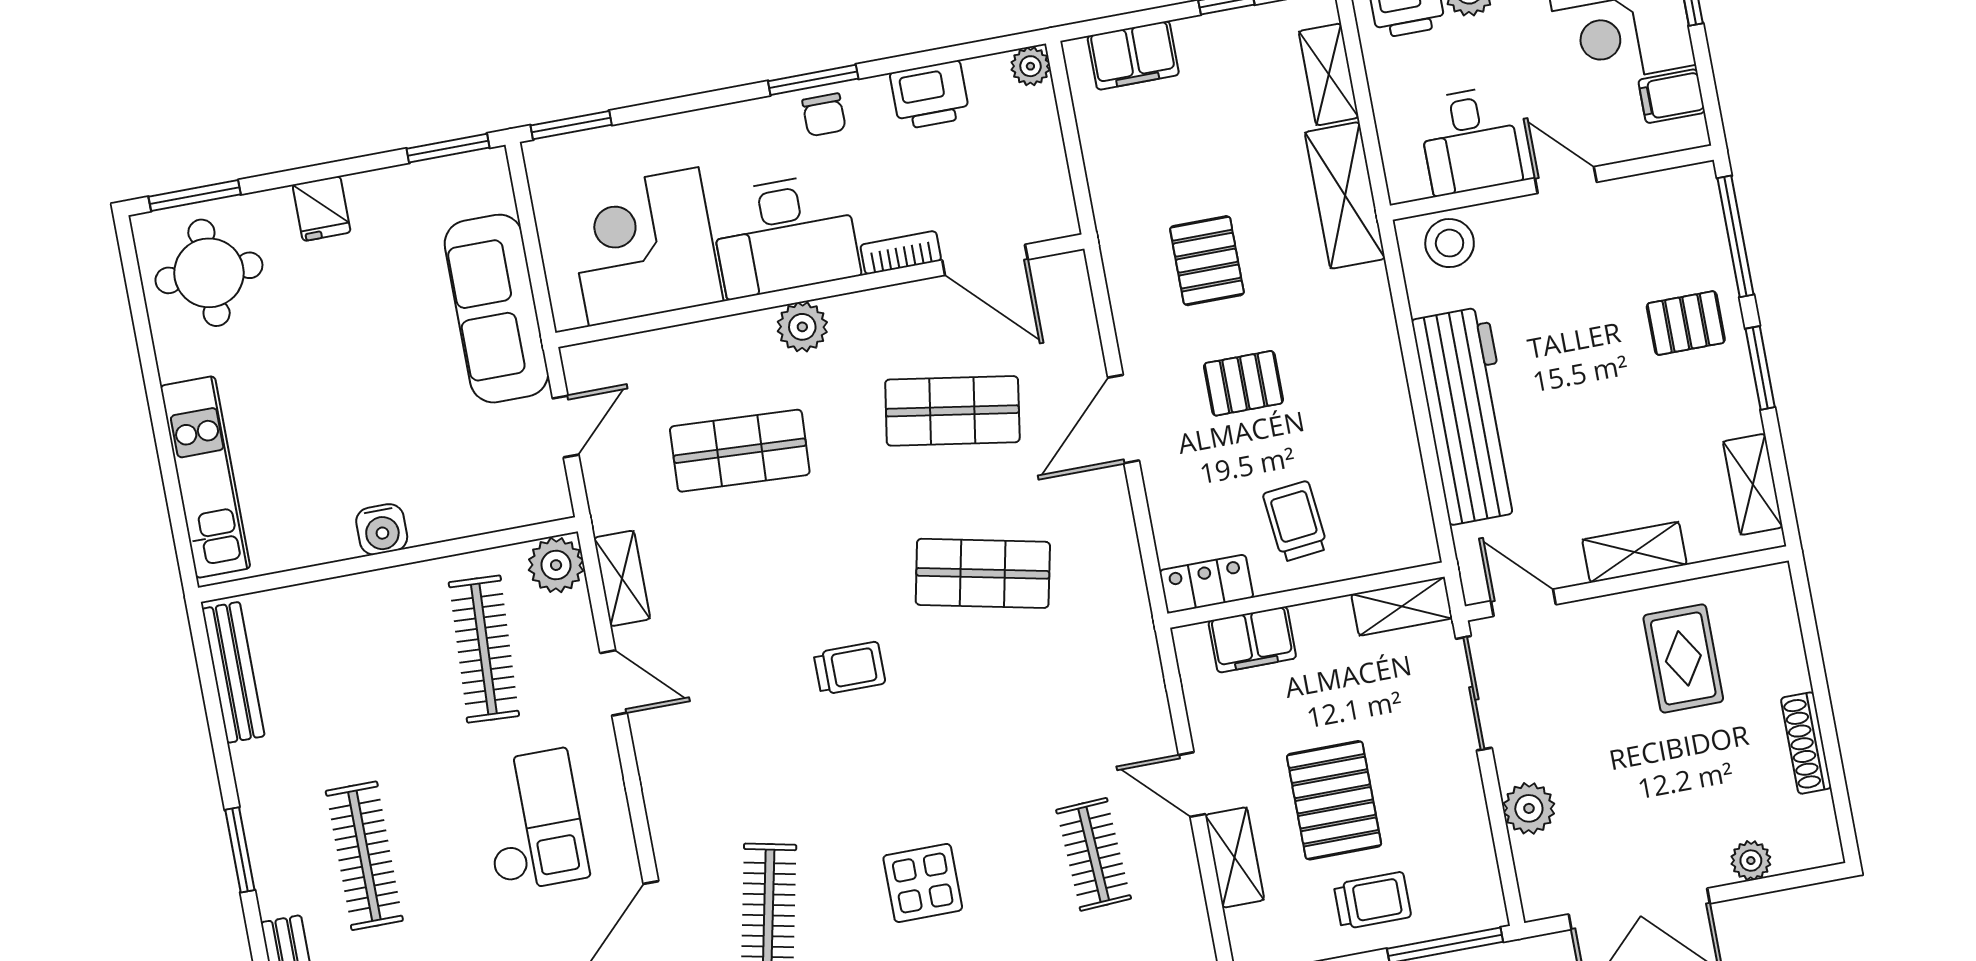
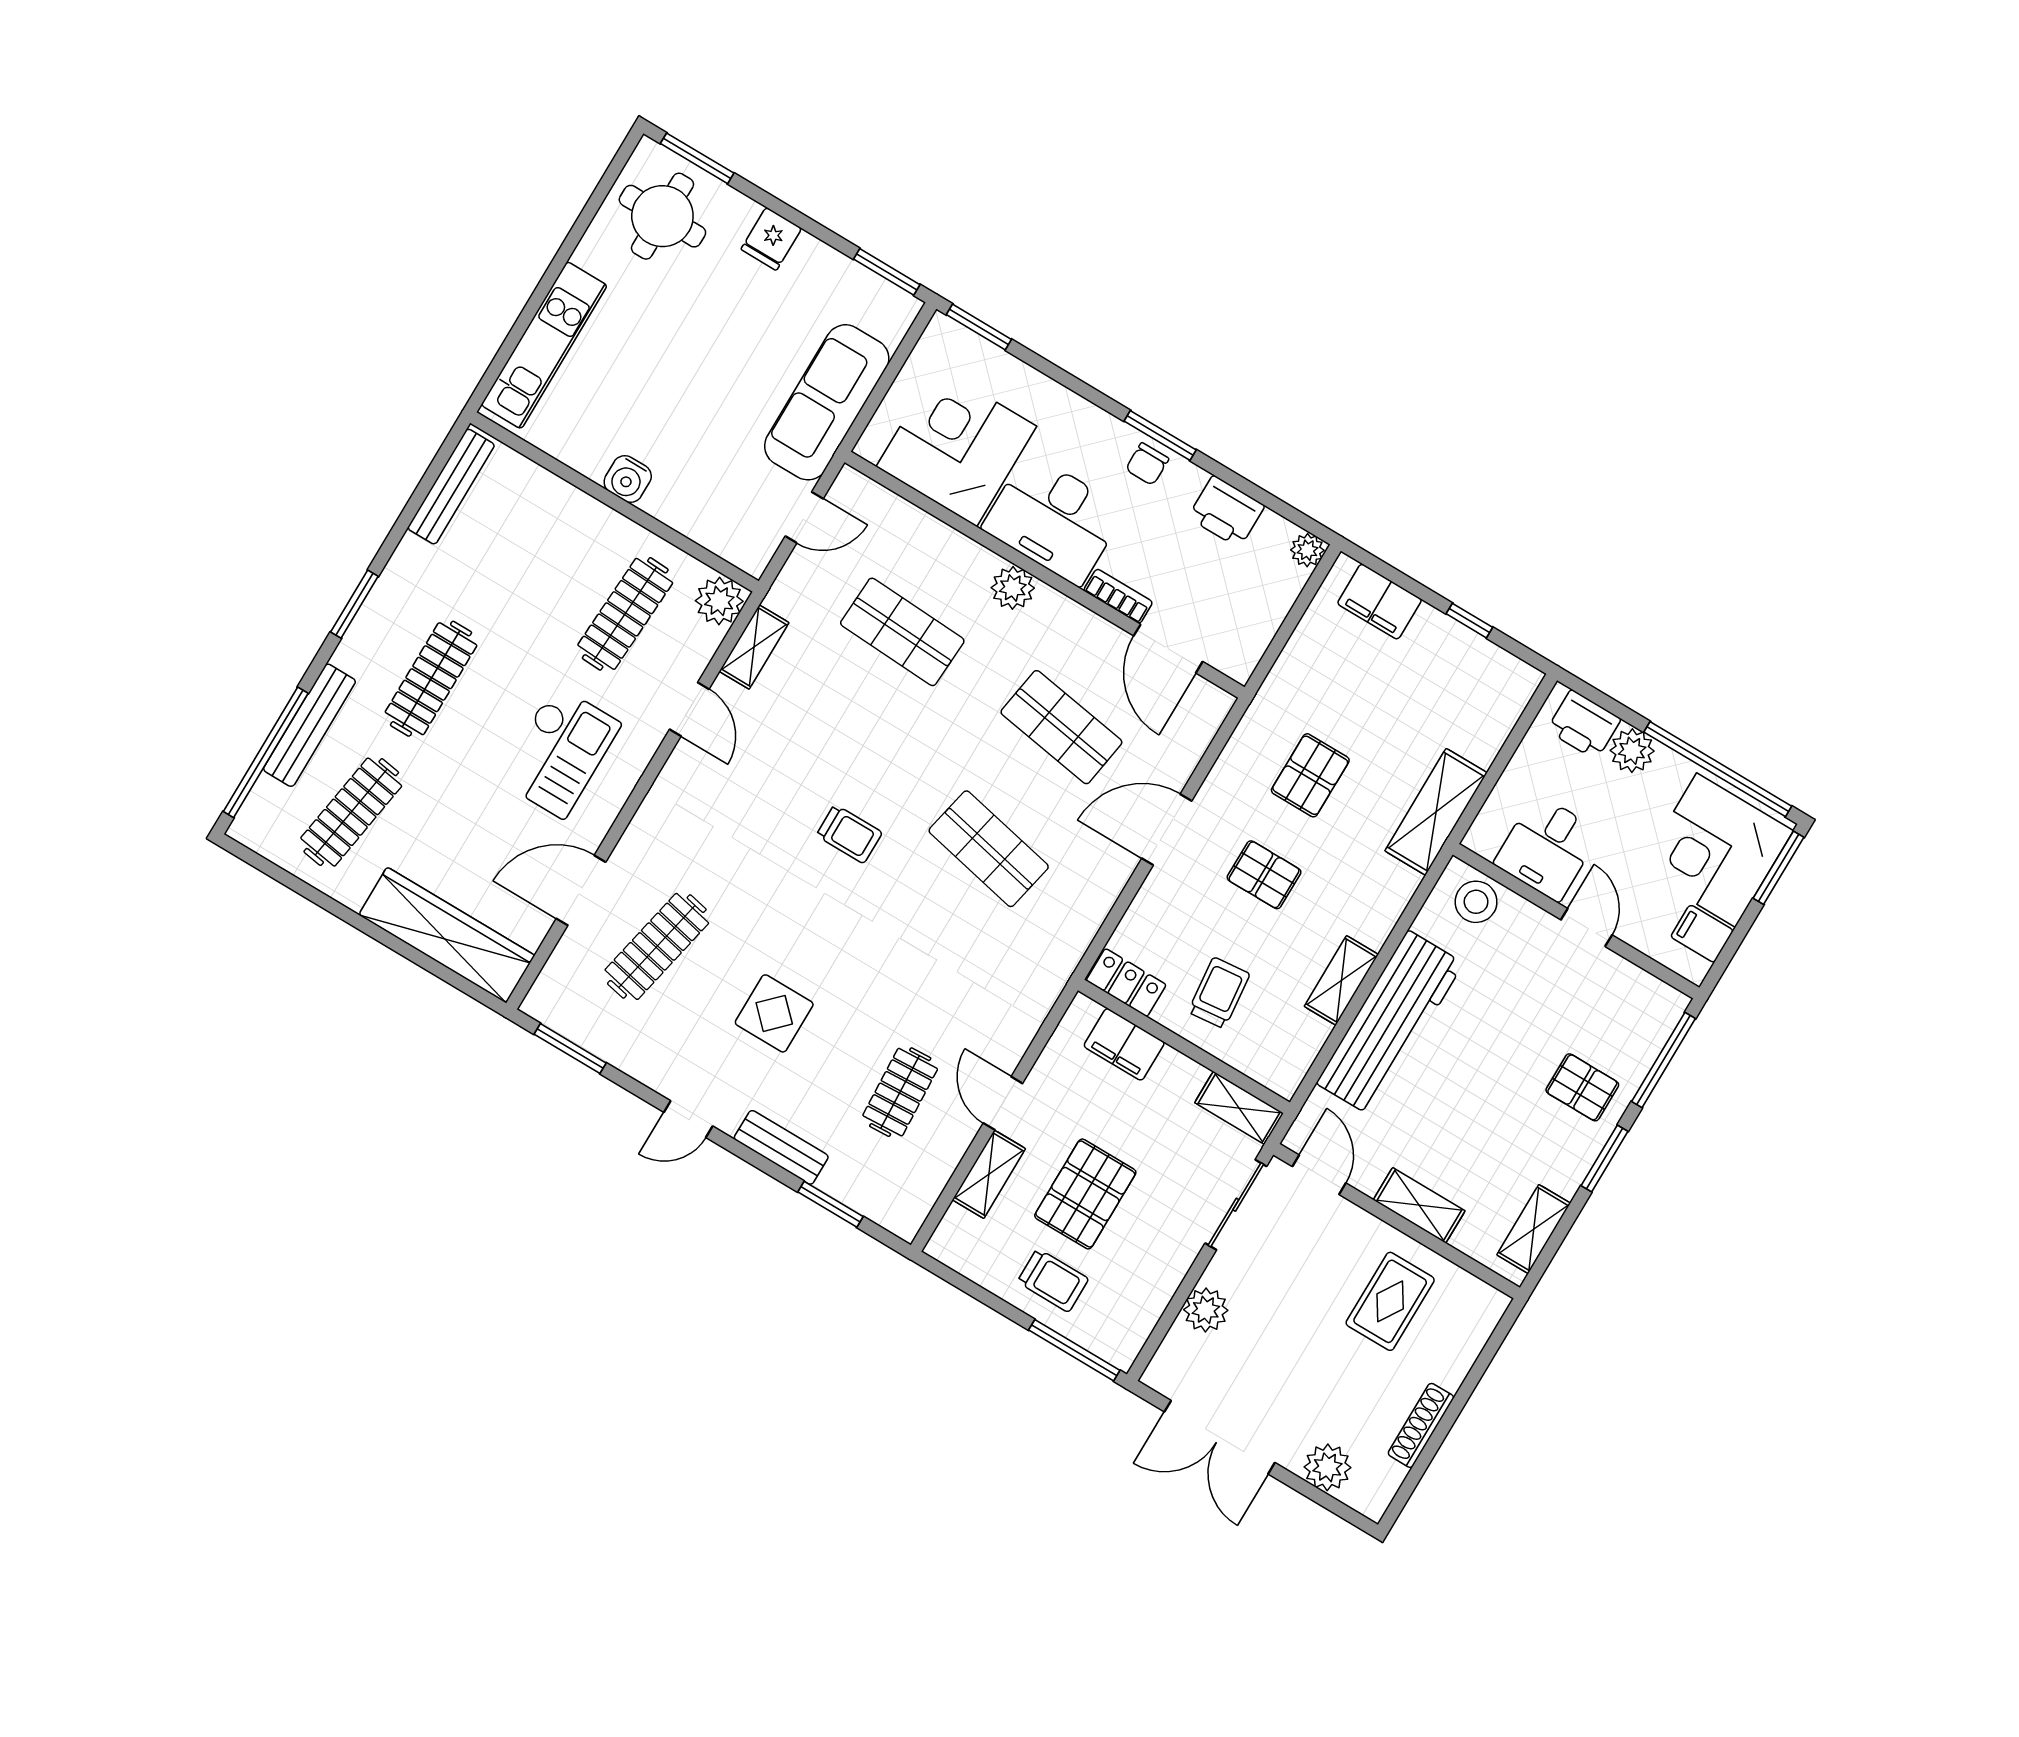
shelving: (1329, 74) -> (1341, 980), moved
plant: (1751, 861) -> (1327, 1467), width x1.38, depth x1.38

